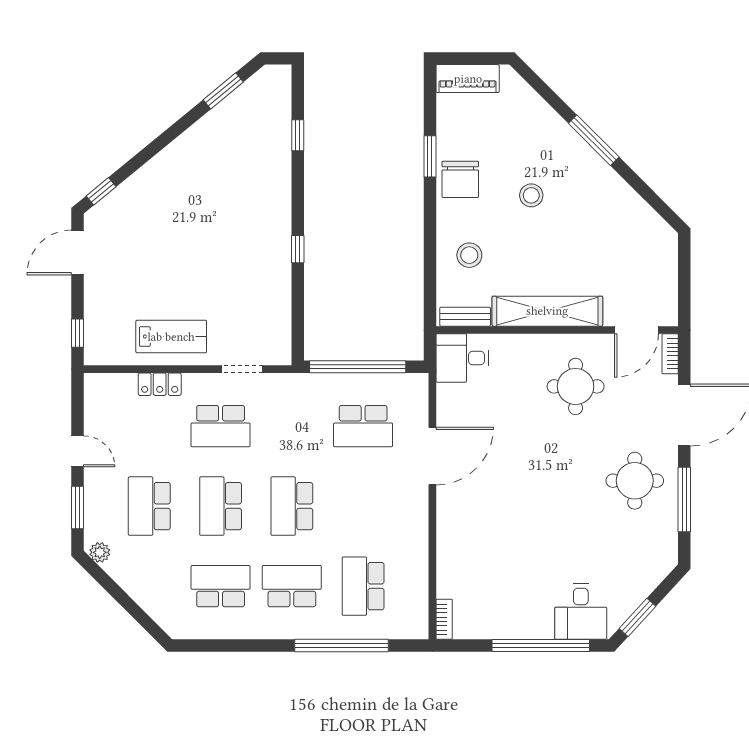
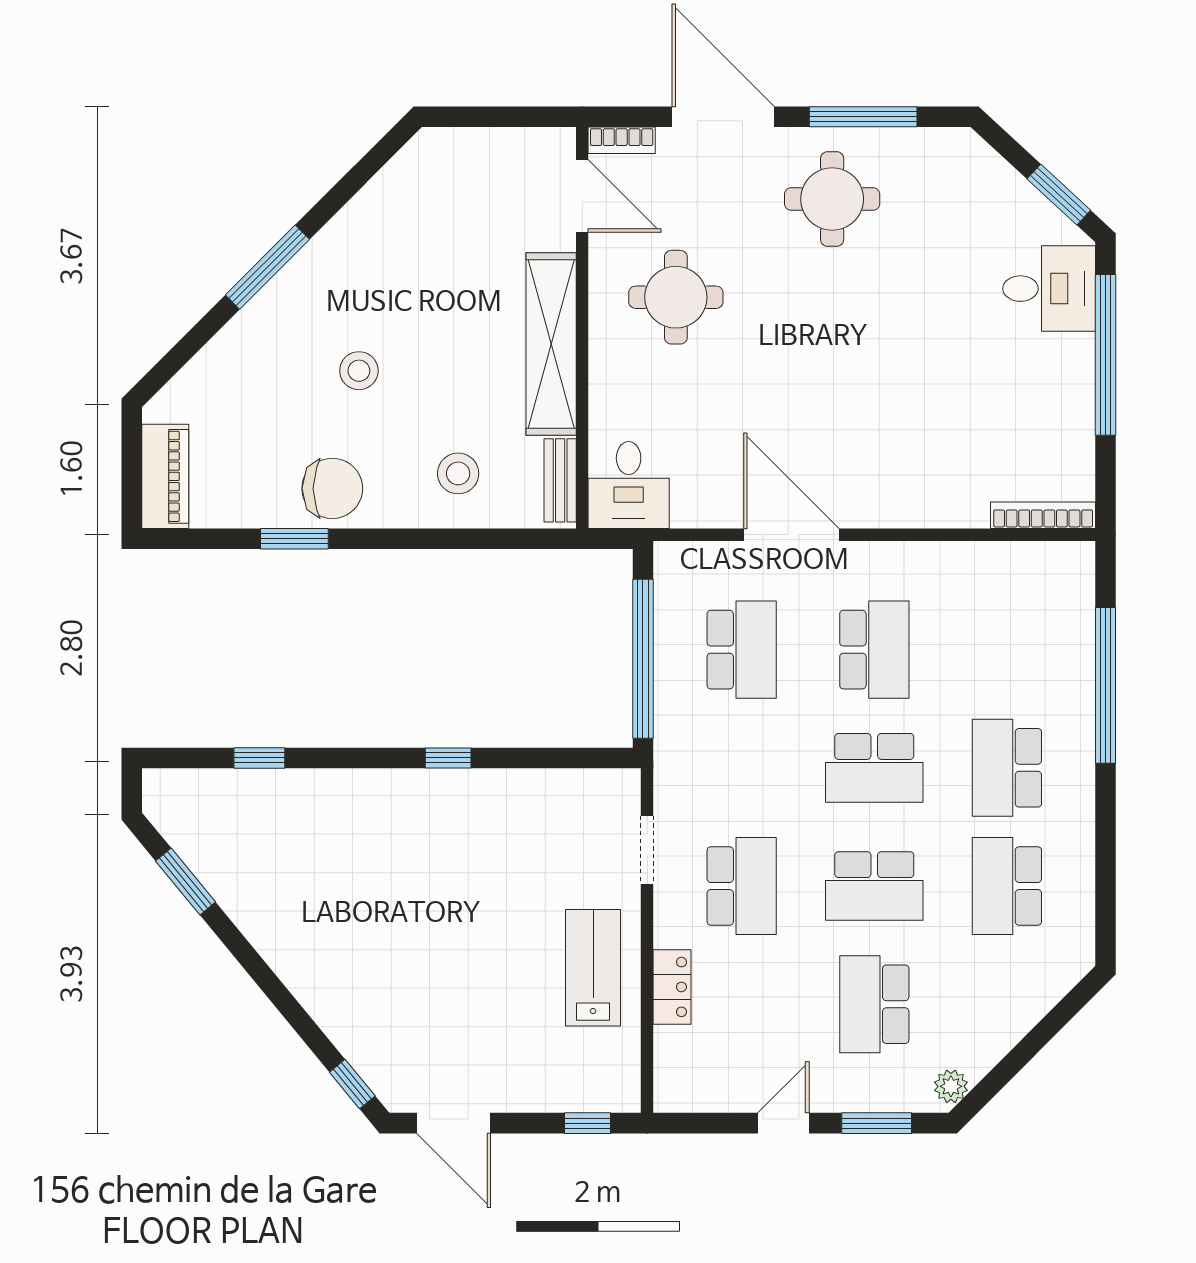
school desk: (149, 506) -> (874, 1004), turned 90
school desk: (363, 586) -> (874, 650), moved, turned -90
bookcase: (444, 619) -> (1043, 515), width x1.56

